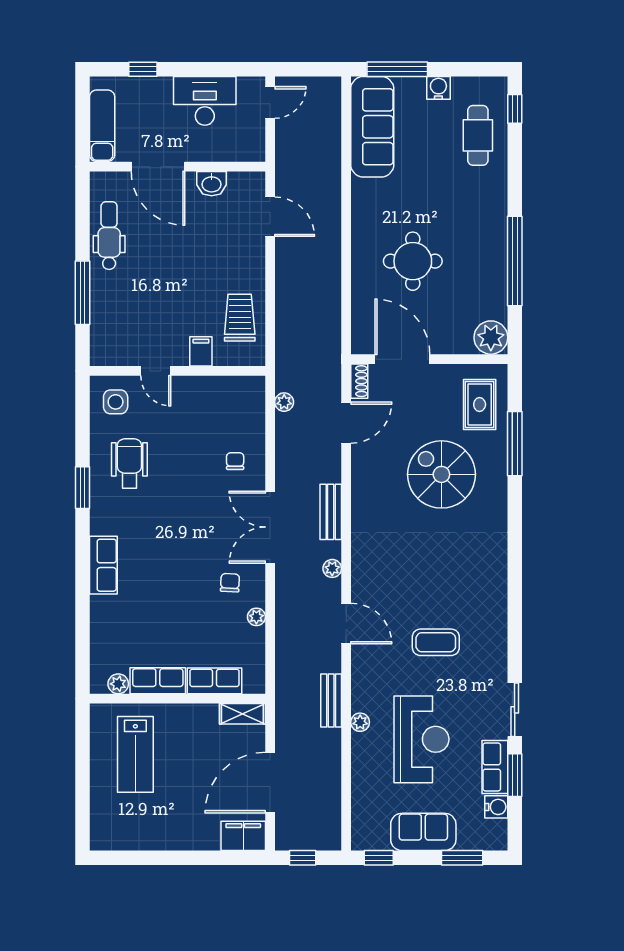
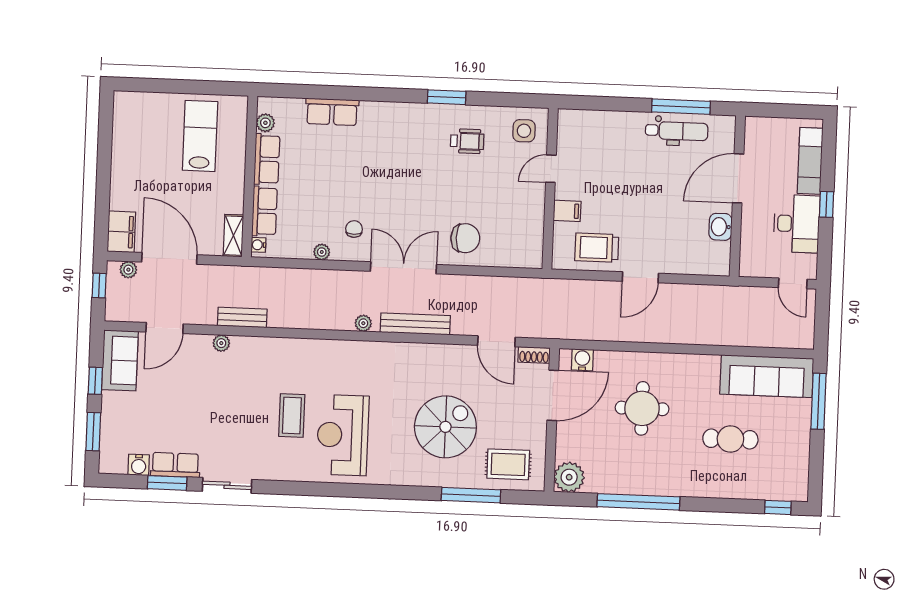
window: (143, 69) -> (826, 204), moved
water cooler: (438, 88) -> (582, 360), moved, turned -90
exam couch: (102, 126) -> (810, 161), moved, turned 90
cafe table: (478, 135) -> (730, 439), moved
door: (270, 217) -> (640, 277), moved
window: (82, 293) -> (681, 107), moved
trolley: (240, 318) -> (597, 248), turned 180
plant: (284, 402) -> (128, 270), moved
chair: (235, 461) -> (465, 238), width x1.87, depth x1.87
wheelchair: (129, 463) -> (467, 141), width x0.73, depth x0.73
bench: (331, 512) -> (415, 324), width x1.36
row of seats: (103, 565) -> (332, 112), moved
chair: (230, 583) -> (354, 229), turned -93
door: (346, 623) -> (165, 328), moved
water cooler: (251, 686) -> (258, 245), added
reception desk: (421, 739) -> (343, 435), moved, turned 90
lab bench: (135, 754) -> (200, 136), turned 90
sofa: (423, 832) -> (120, 360), moved
window: (379, 858) -> (95, 381), moved

